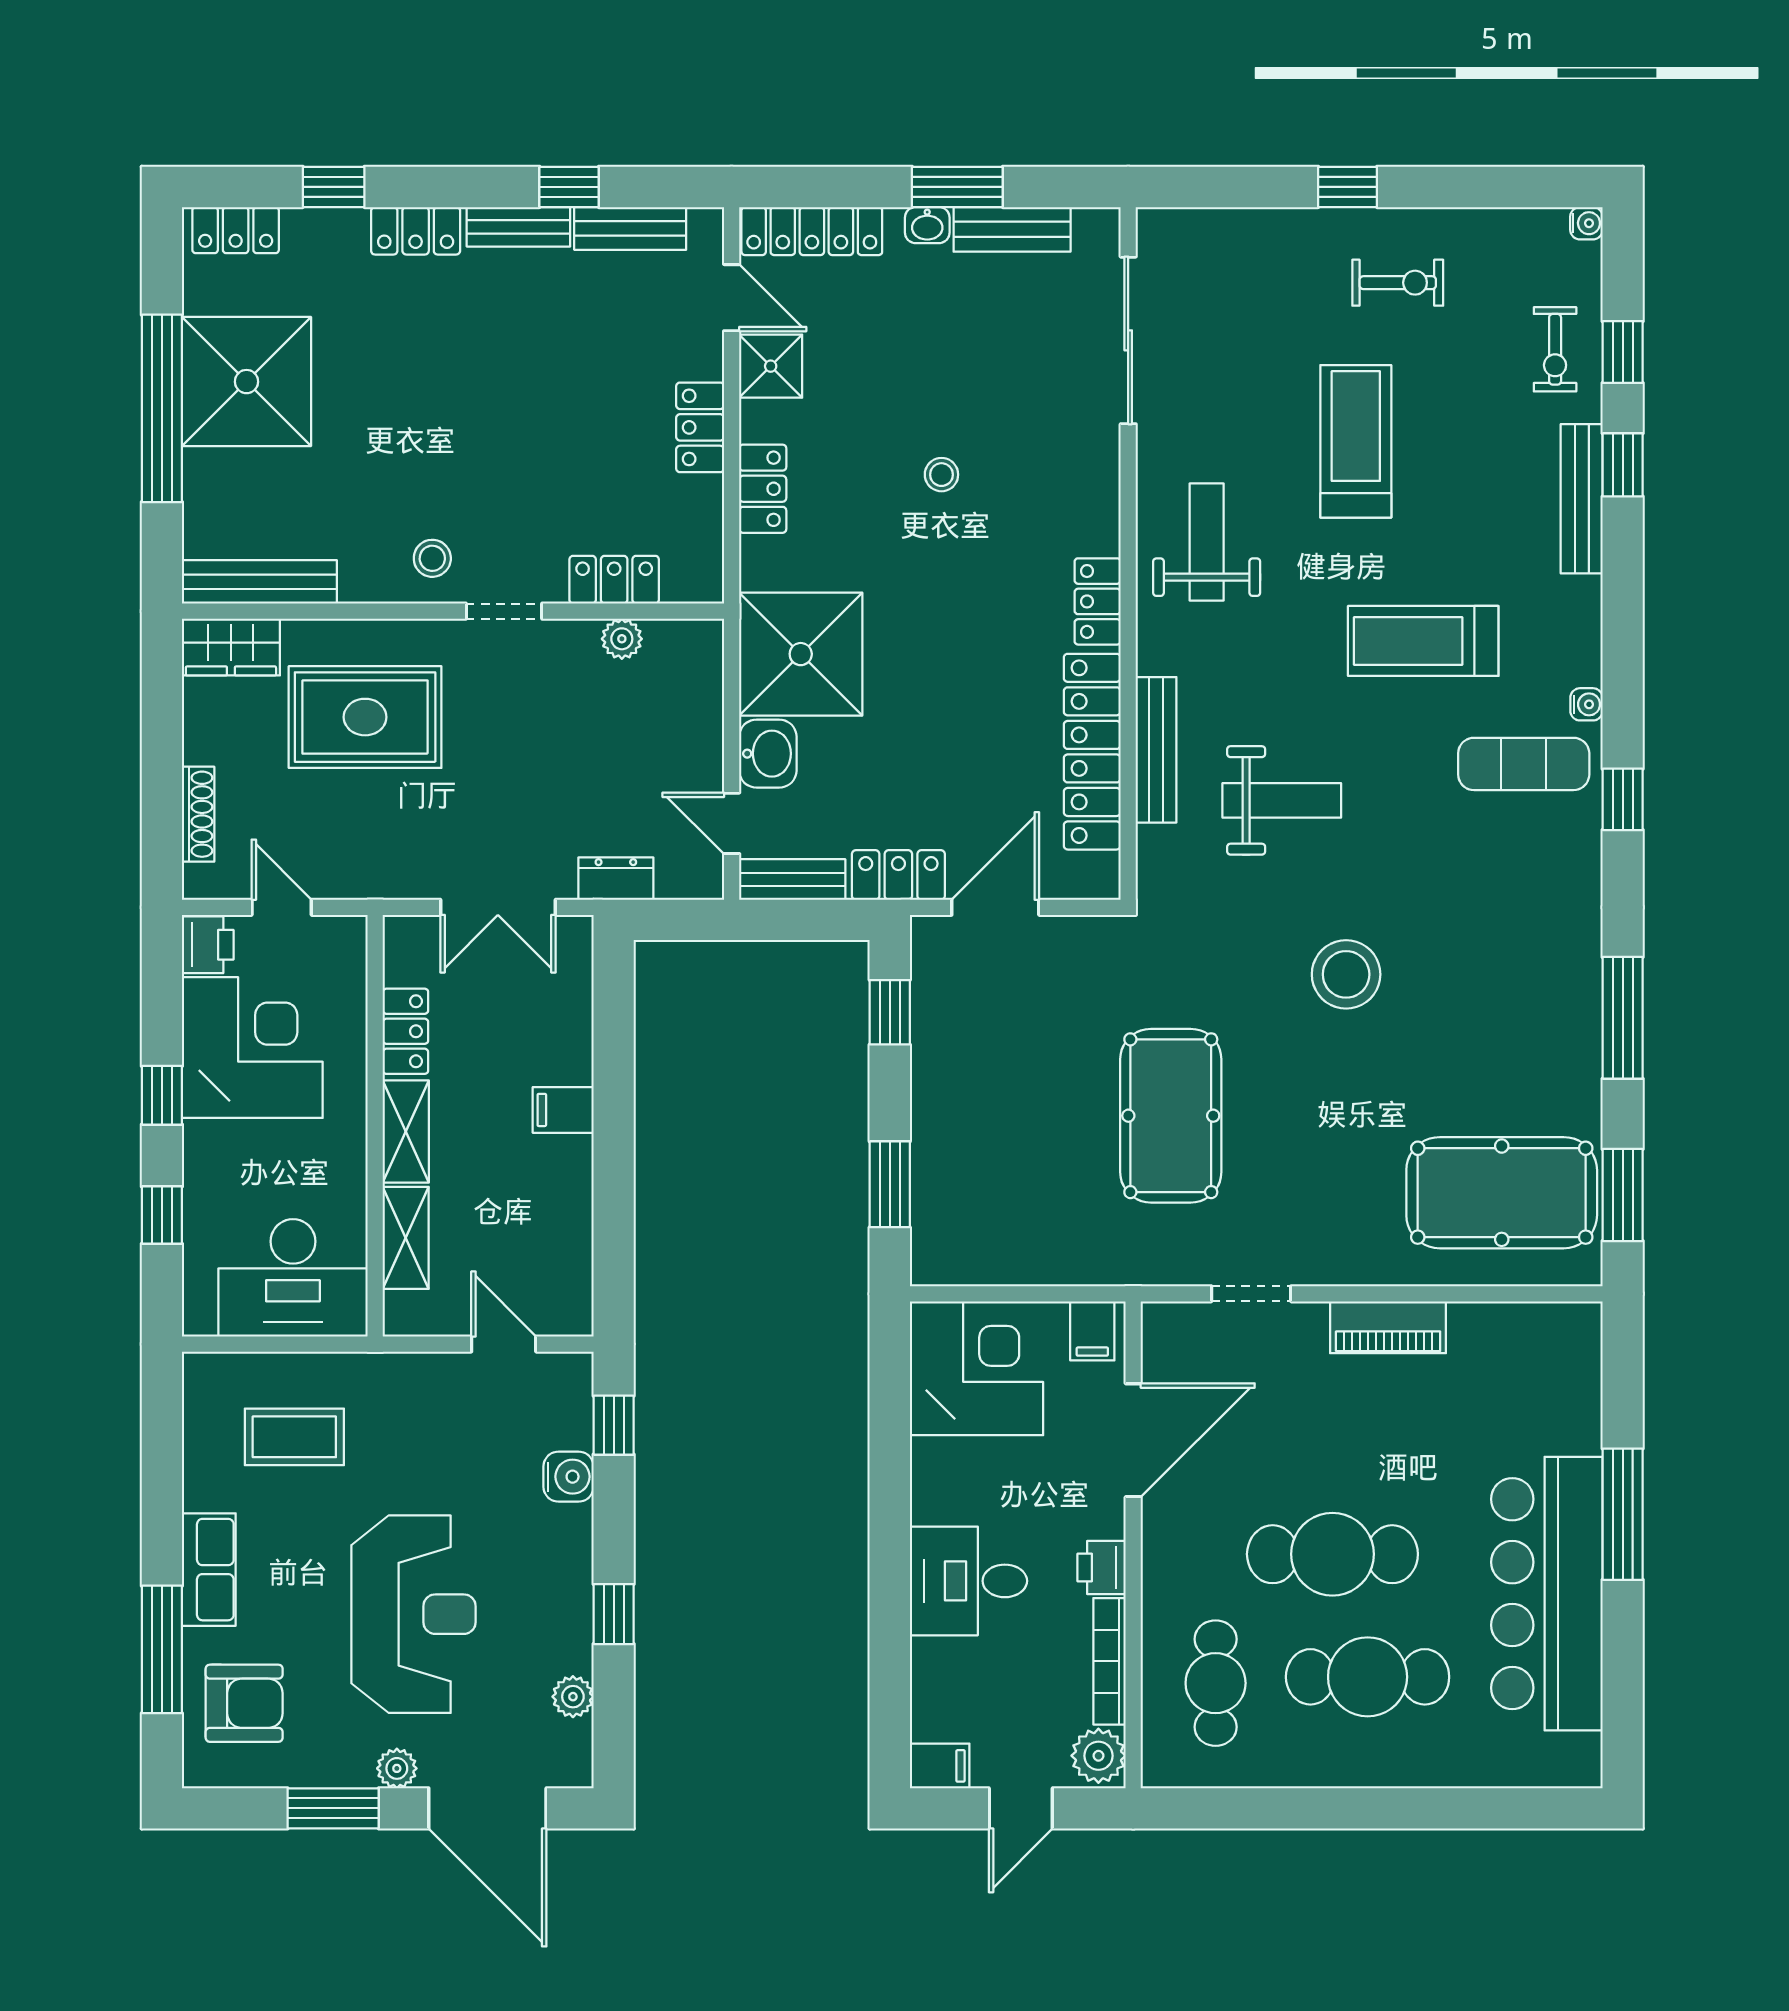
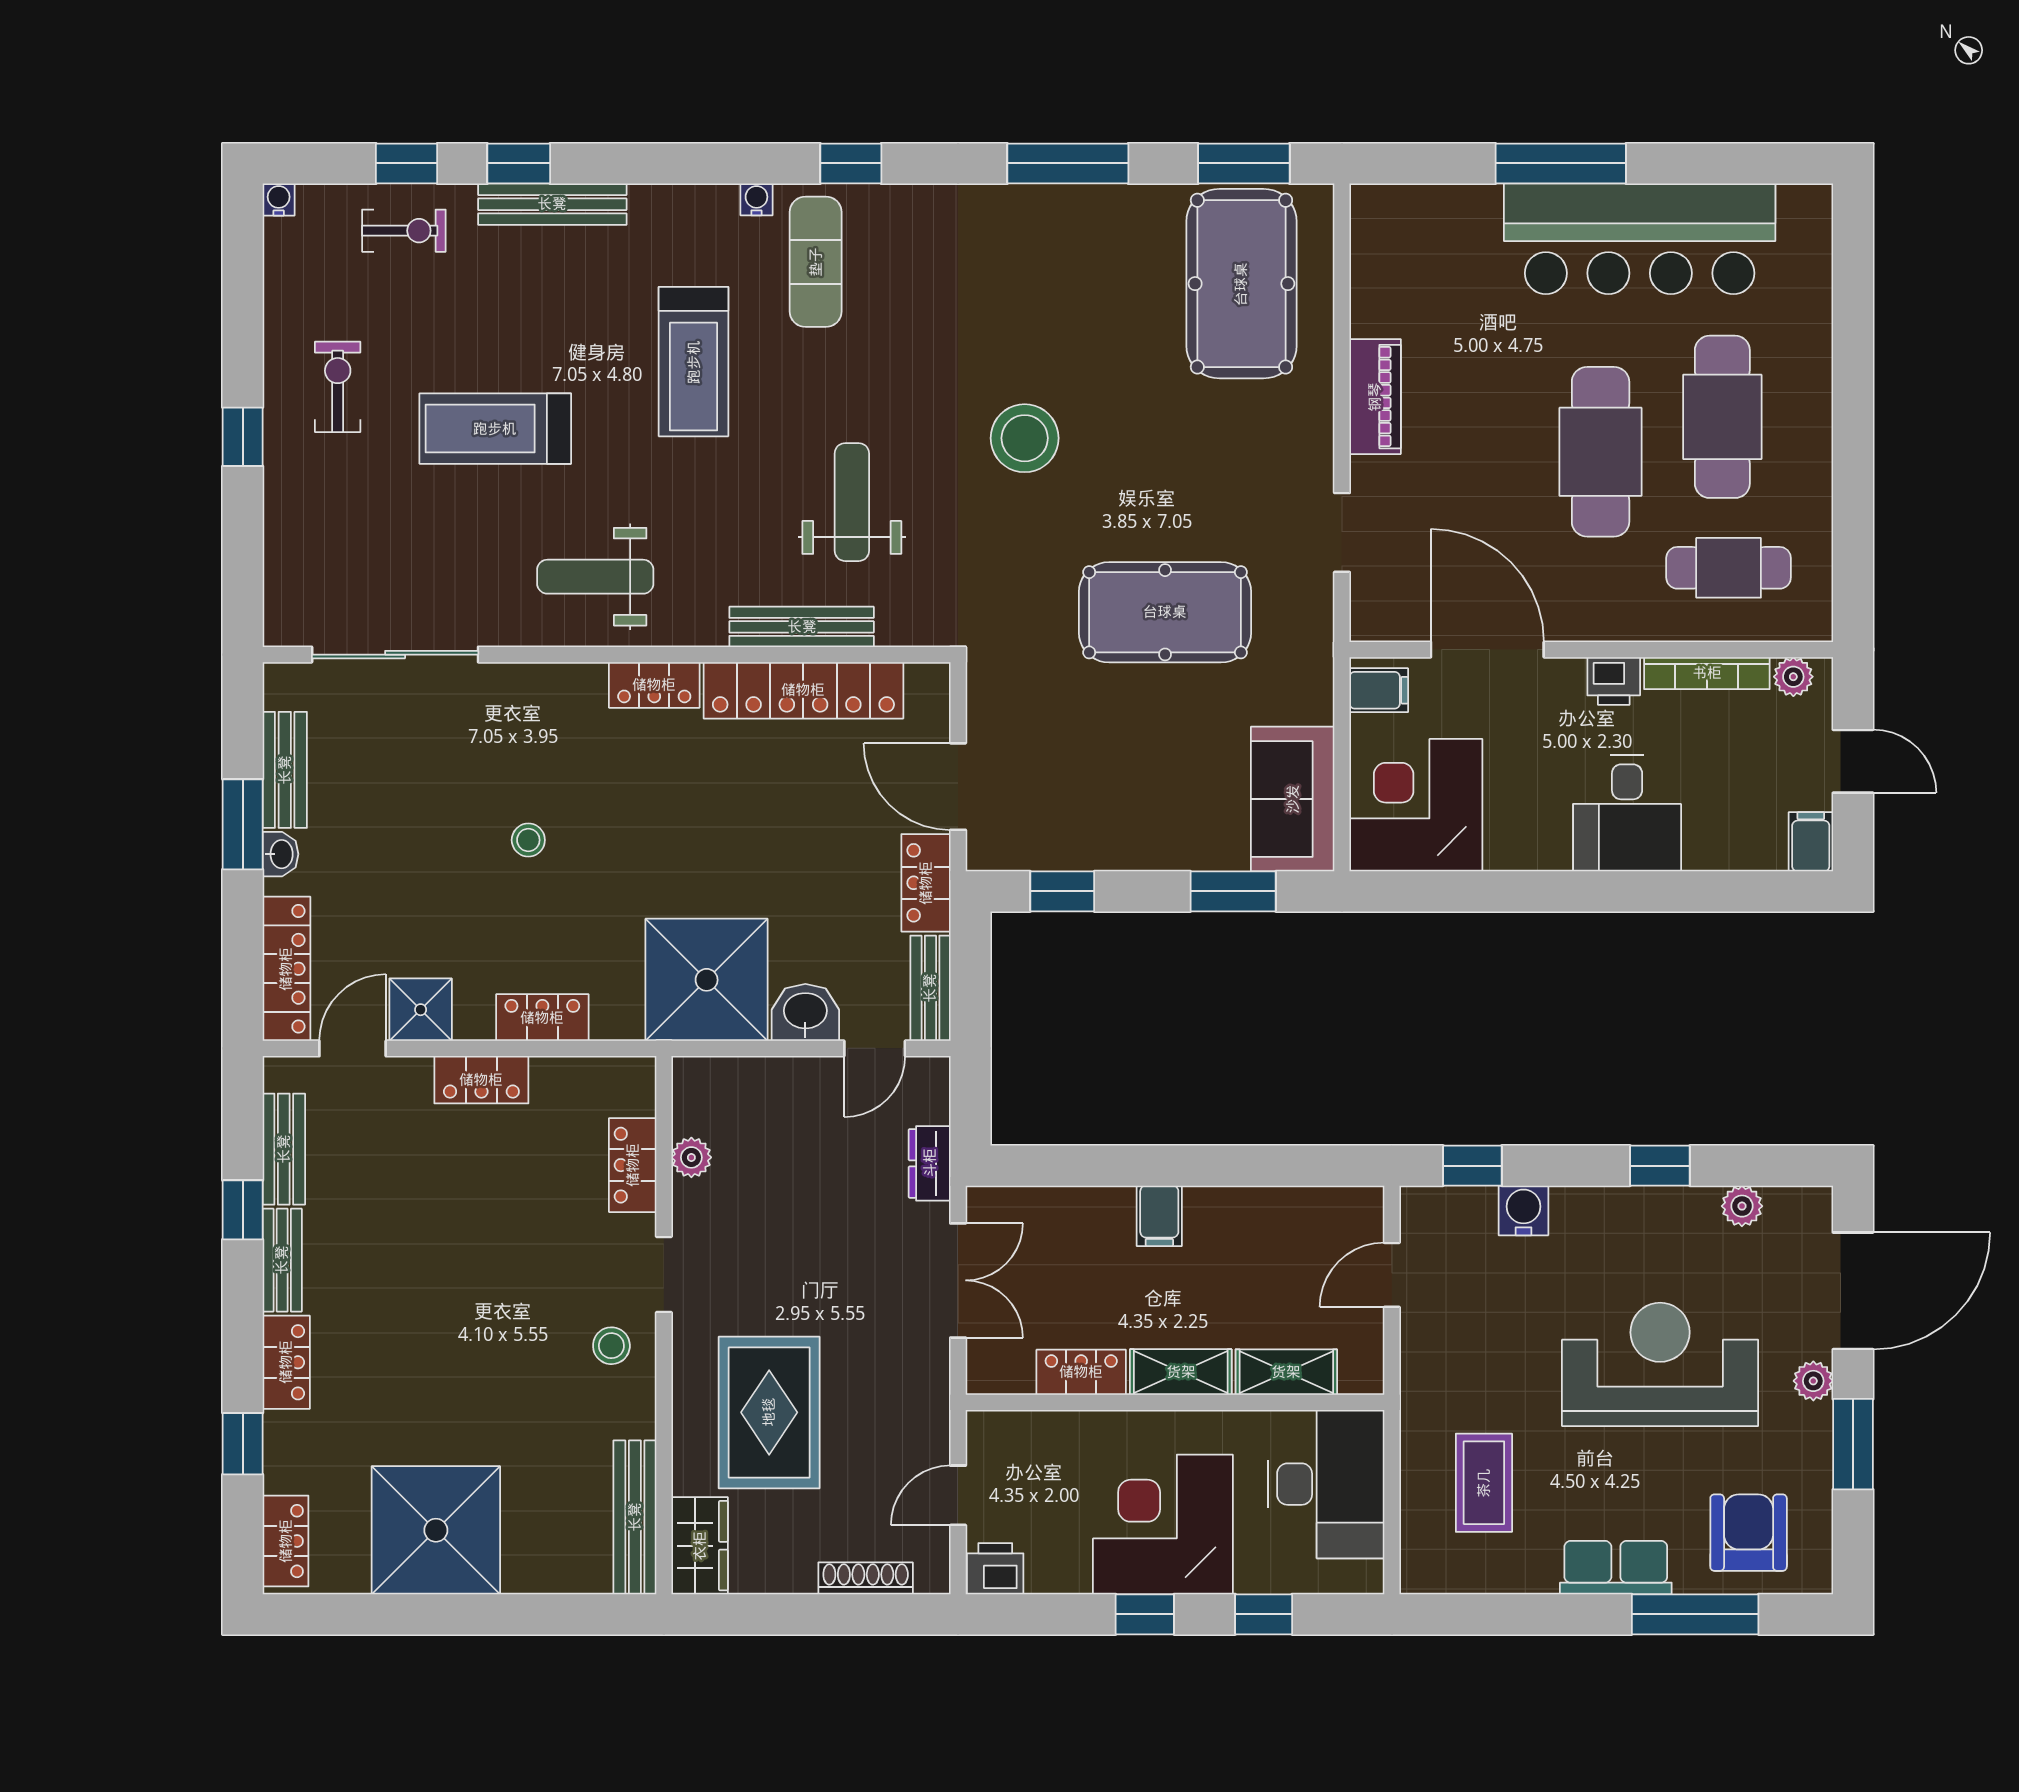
window: (162, 408) -> (463, 1614), removed
corner desk: (252, 1048) -> (1163, 1524), moved
sofa: (983, 1244) -> (1293, 799), added
plant: (1098, 1756) -> (1793, 677), width x0.73, depth x0.73

